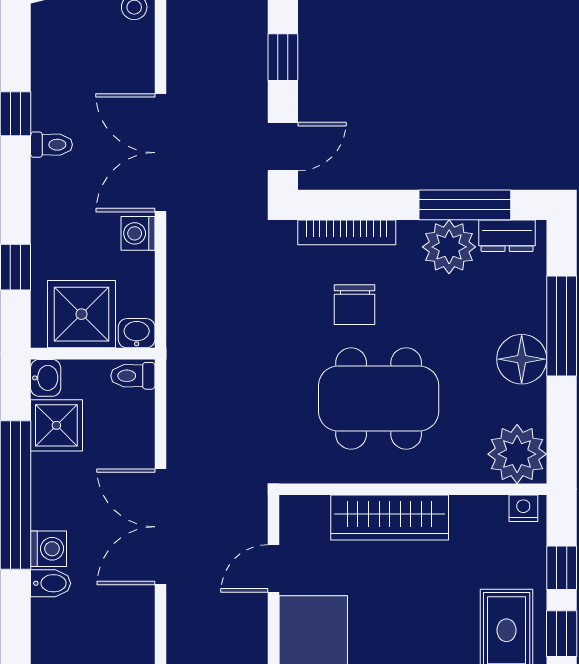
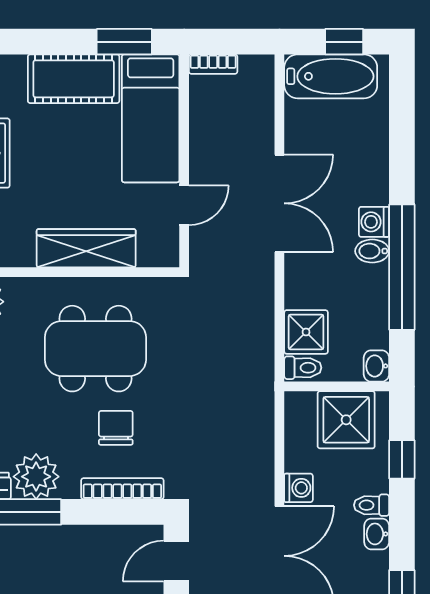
toilet: (51, 145) -> (371, 505), moved
washbasin: (137, 333) -> (377, 534), moved, turned 90
shower: (56, 425) -> (306, 332), moved
double door: (161, 527) -> (279, 203), moved
bidet: (51, 583) -> (372, 251), moved

